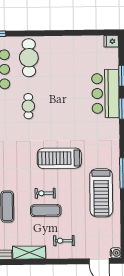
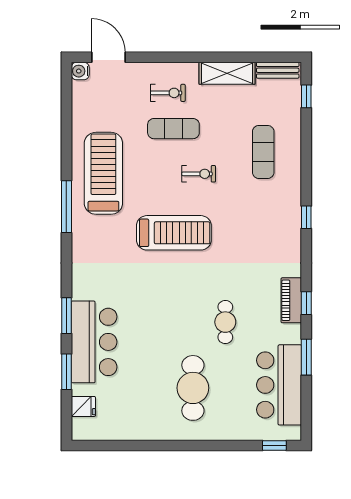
fridge: (111, 41) -> (83, 406), moved
cafe table: (29, 58) -> (193, 388), moved
exercise mat: (46, 211) -> (173, 129), moved

